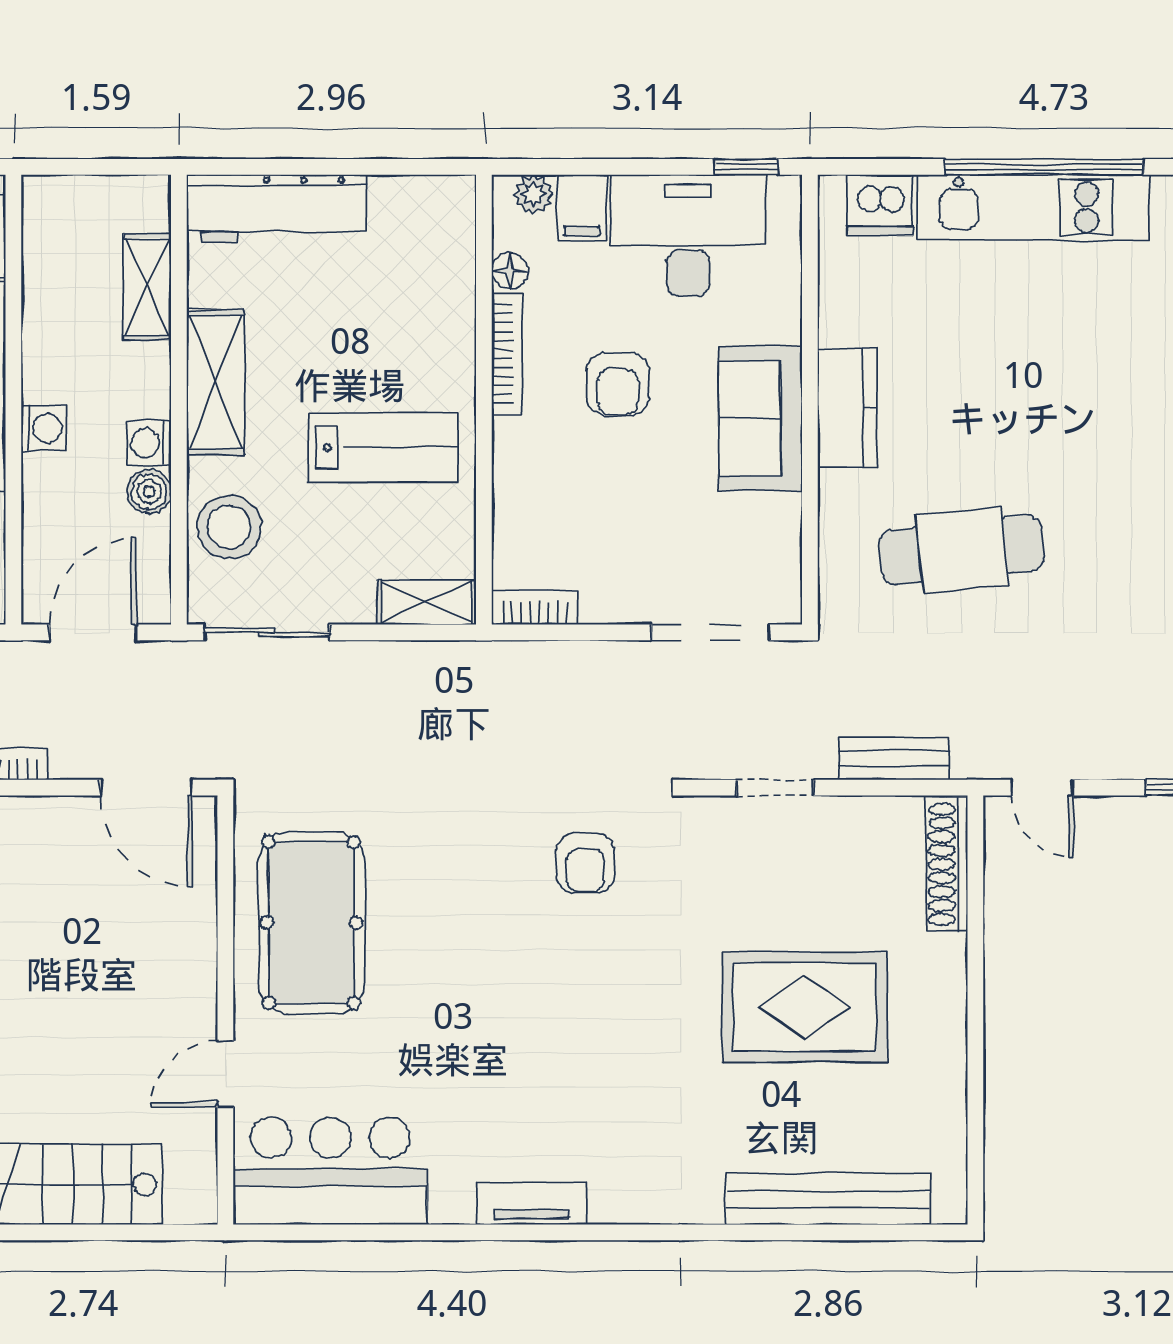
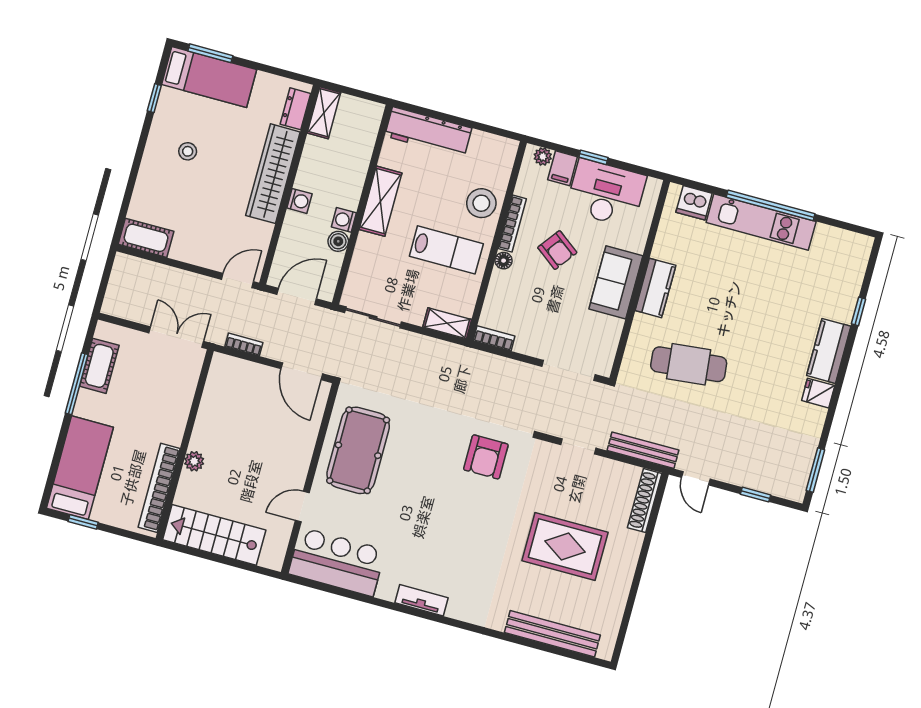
window: (746, 167) -> (593, 157), moved
floor lamp: (510, 271) -> (504, 261), moved
shelving: (147, 287) -> (324, 113), moved
armchair: (618, 384) -> (557, 250), turned -53
stool: (229, 527) -> (481, 203), moved
bench: (894, 759) -> (643, 450), width x1.36
armchair: (586, 863) -> (486, 457), width x1.38, depth x1.38

